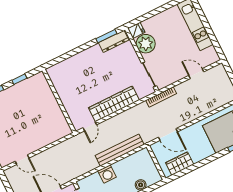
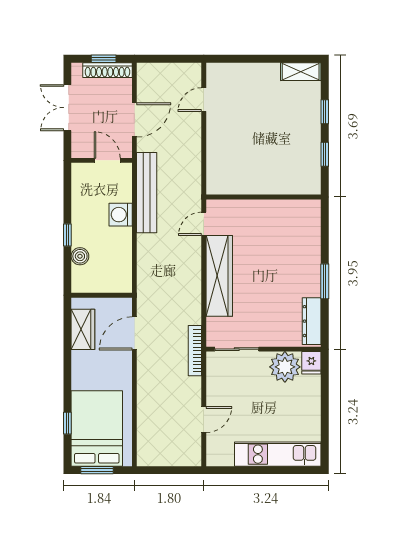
window: (106, 36) -> (325, 281), moved
door: (90, 126) -> (204, 224), hinge flipped
bench: (120, 150) -> (147, 193), moved

